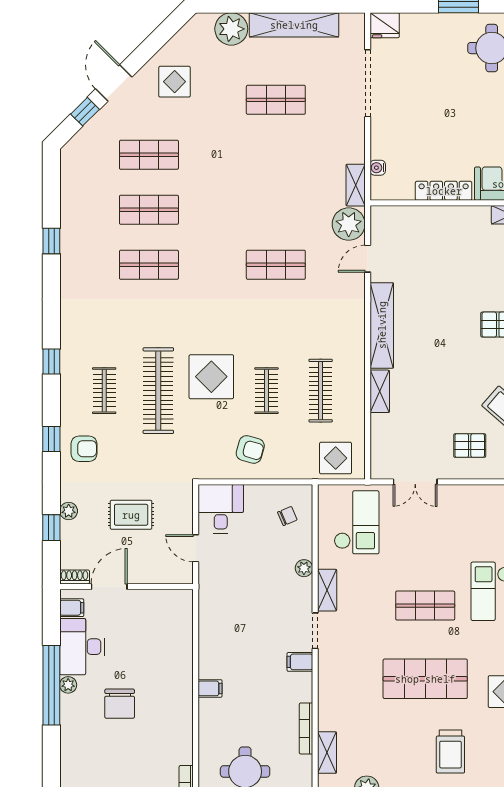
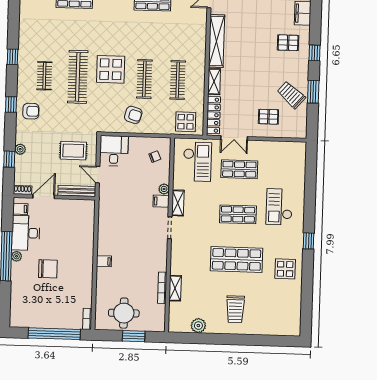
clothes rail: (266, 391) -> (144, 79), width x1.36
locker: (380, 446) -> (213, 115), added
rug: (131, 515) -> (73, 151), moved
shop shelf: (425, 532) -> (239, 169), added
bench: (162, 576) -> (77, 191), added
filing cabinet: (300, 662) -> (161, 201), moved
chair: (120, 704) -> (48, 269), turned -90
trolley: (450, 752) -> (235, 309), moved
shelving: (327, 753) -> (175, 288), moved

